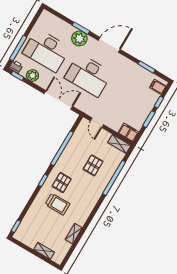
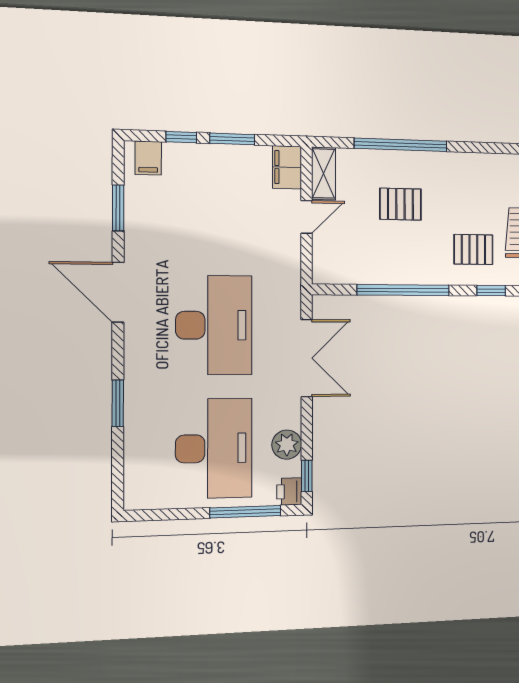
plant: (79, 38) -> (143, 393), removed
door: (109, 45) -> (118, 292), moved
double door: (58, 100) -> (307, 358), swing flipped
door: (97, 123) -> (307, 217), moved

